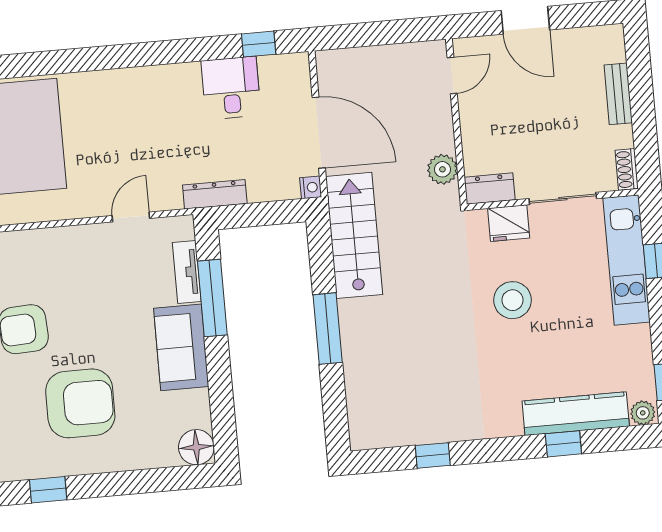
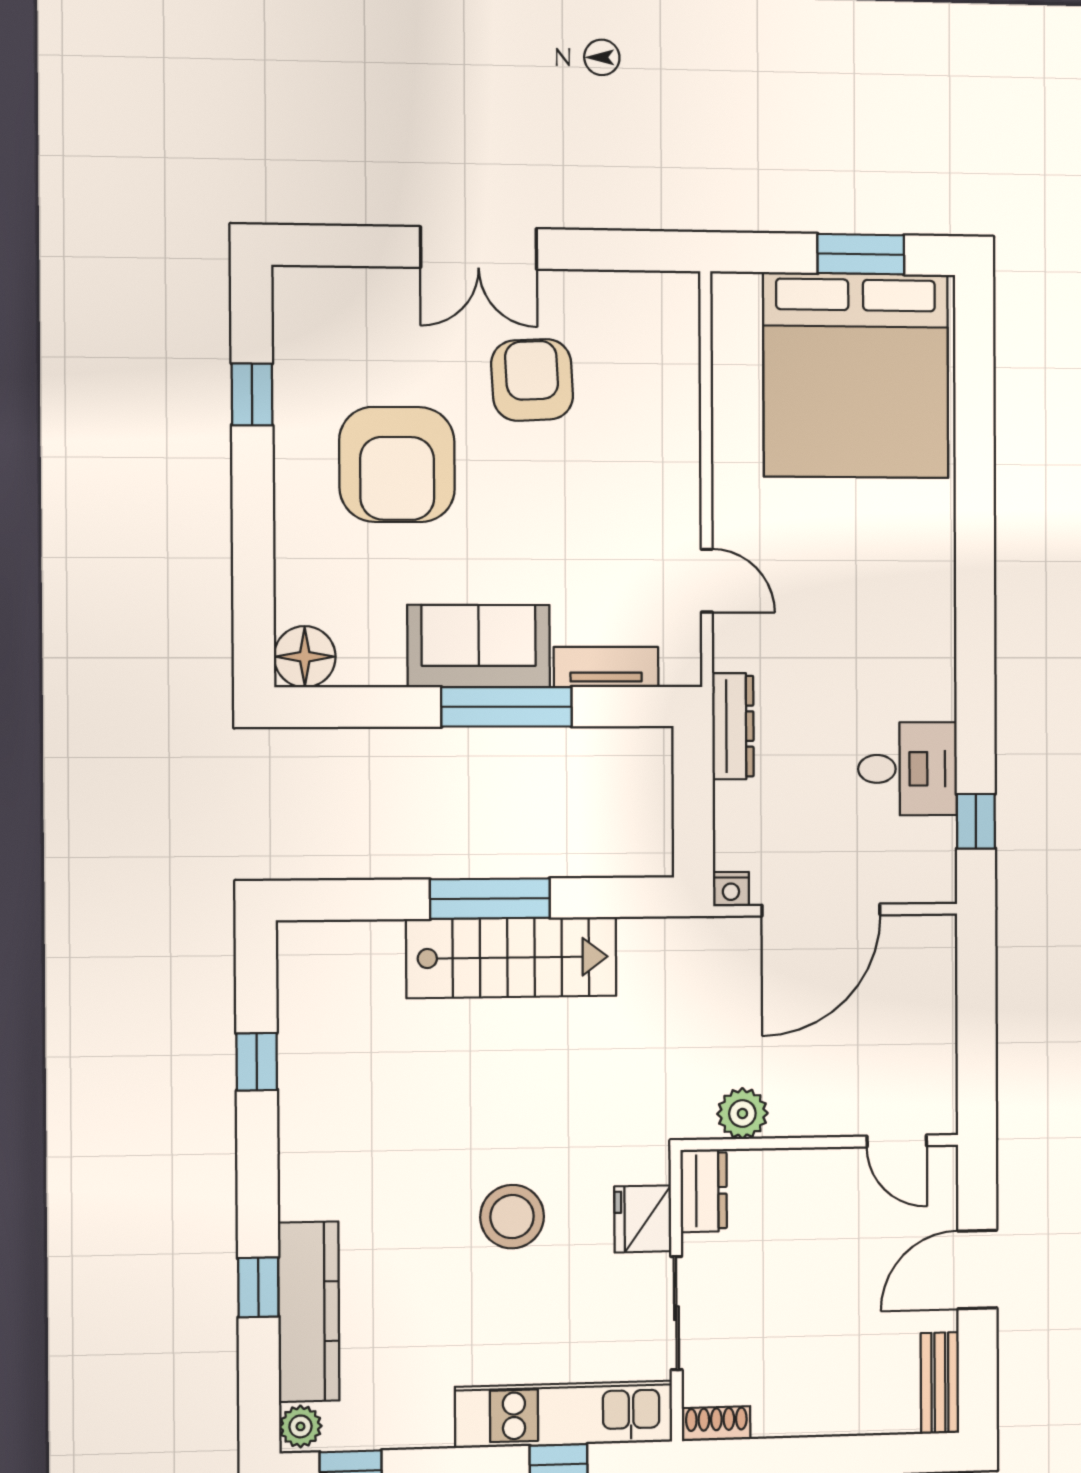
bench: (618, 94) -> (940, 1383), moved, turned 90
stairs: (354, 235) -> (511, 958), moved
window: (212, 298) -> (507, 707), moved

